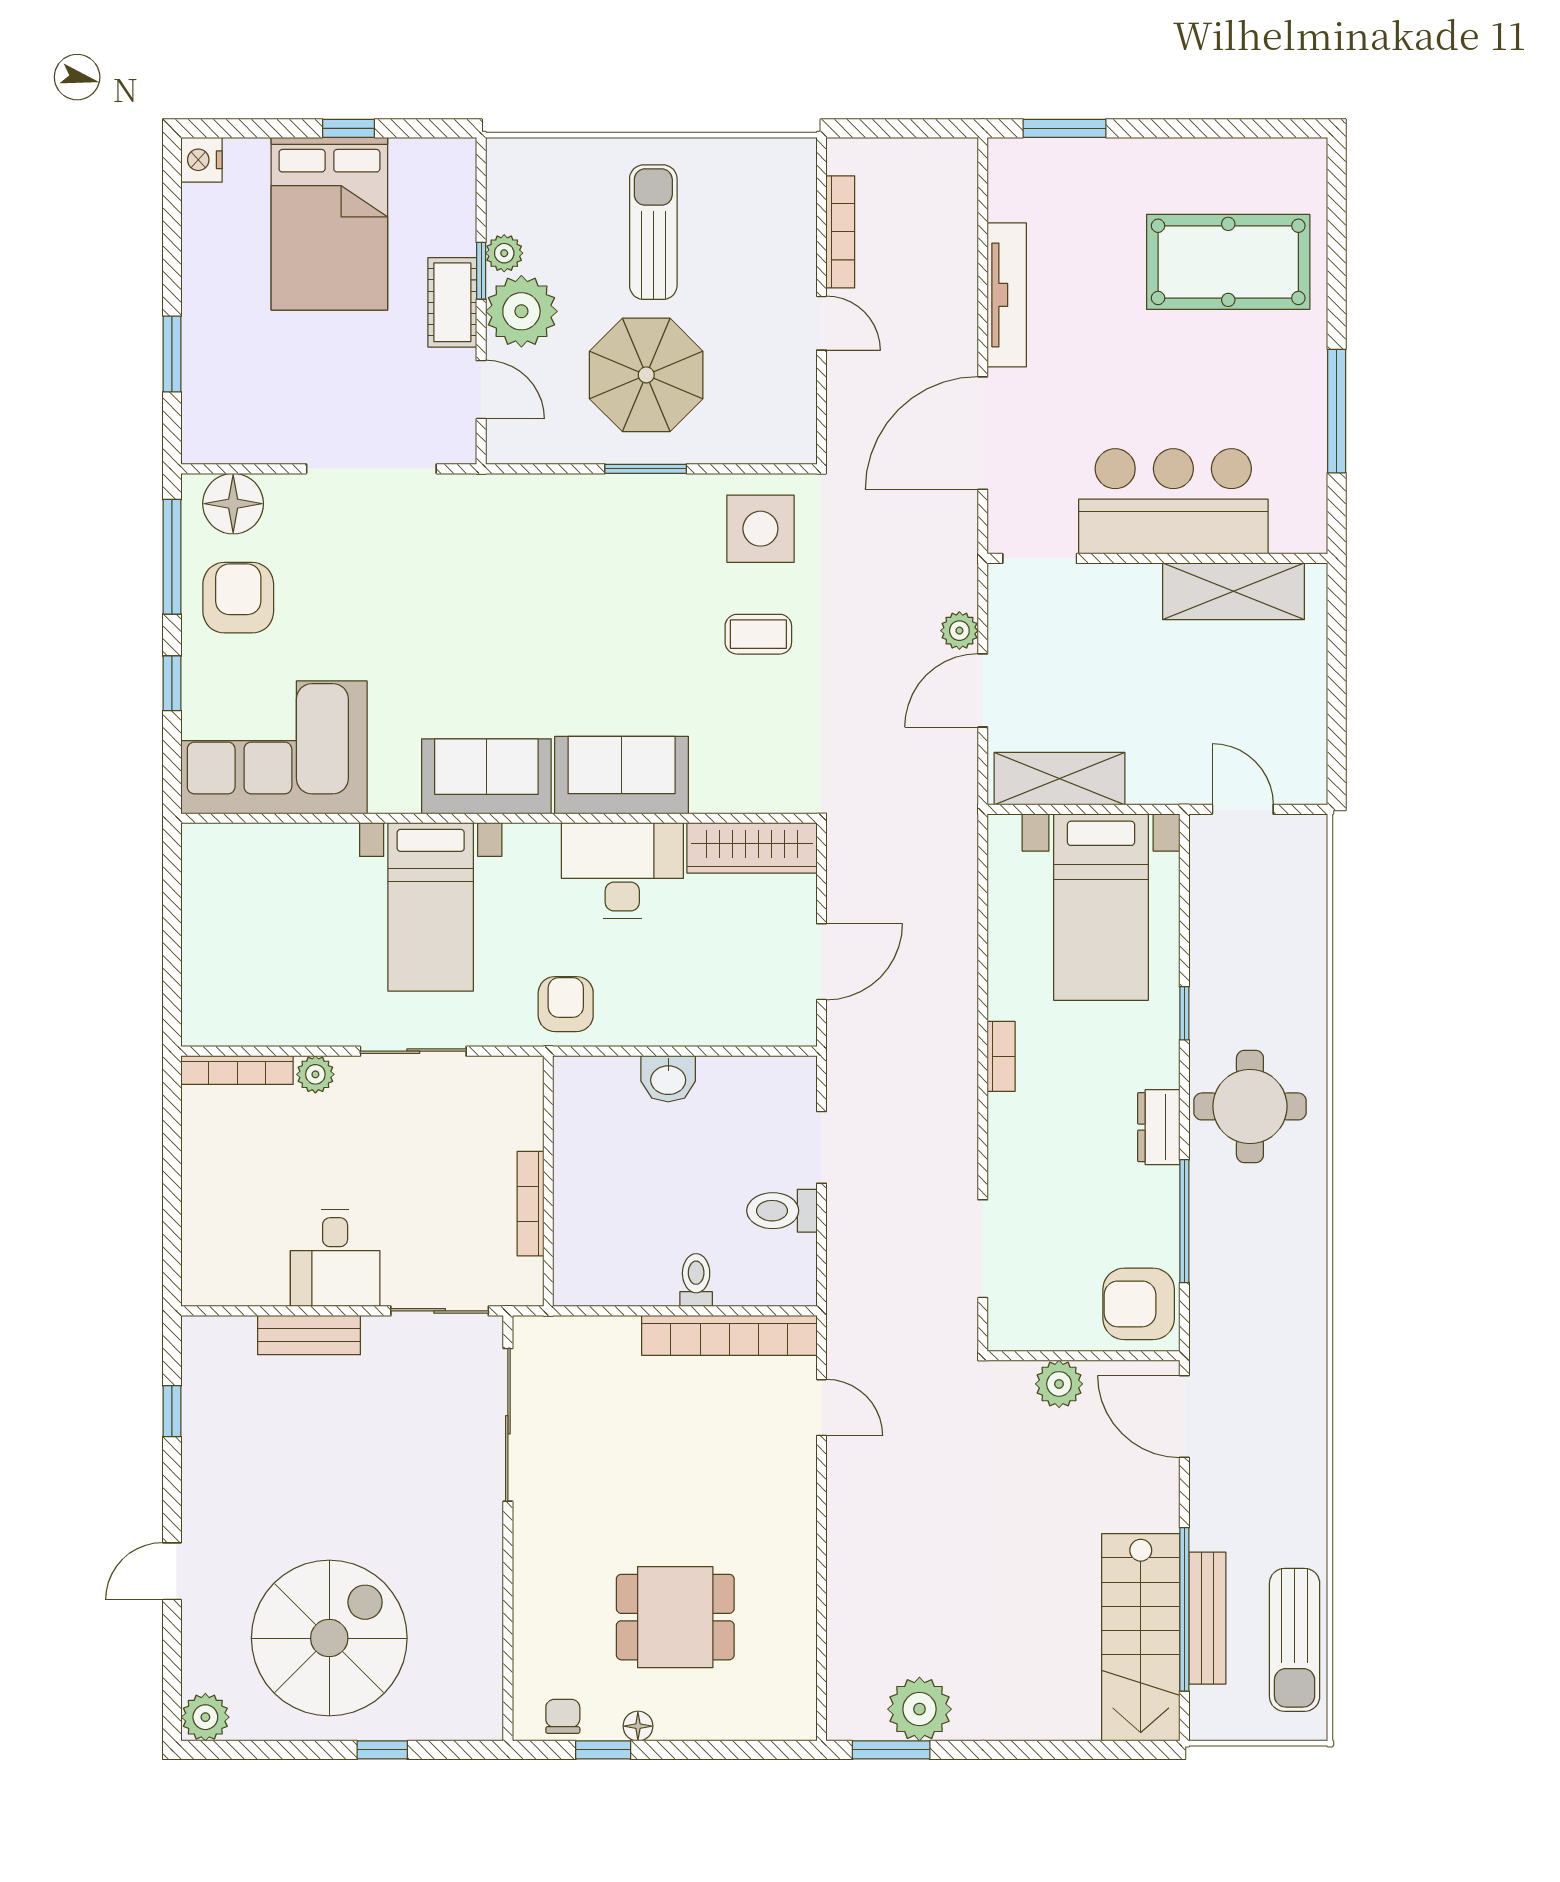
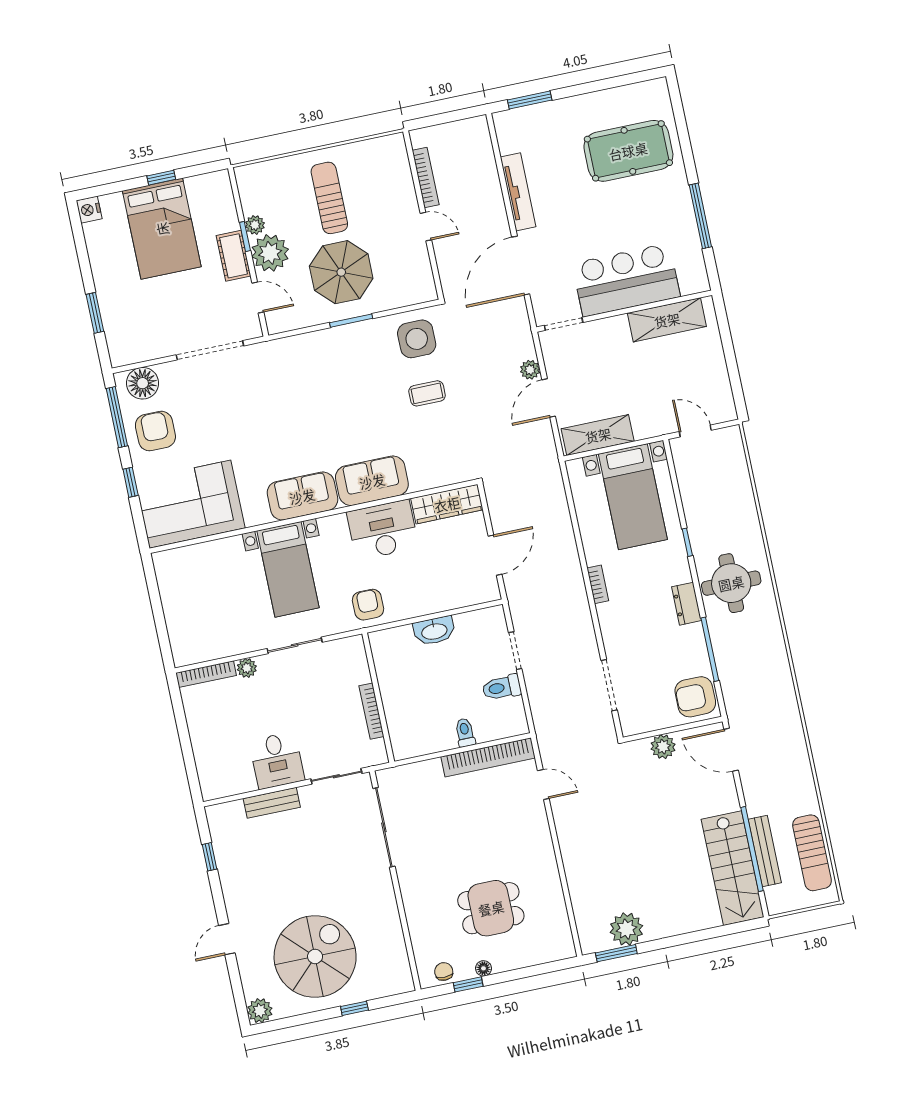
washbasin: (668, 1079) -> (434, 631), width x1.38

